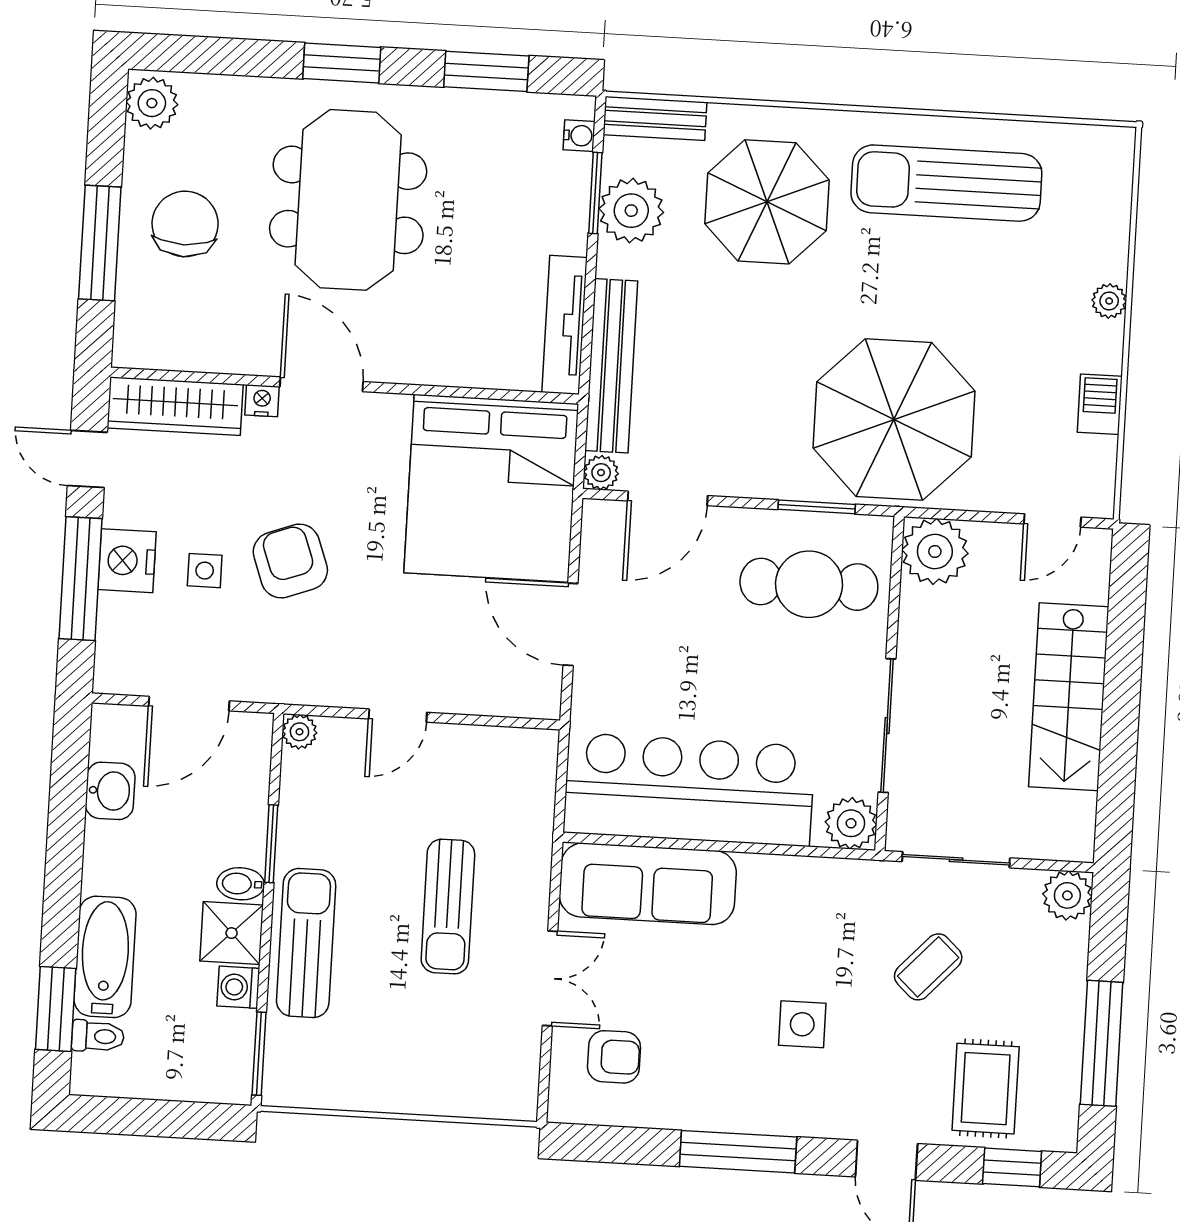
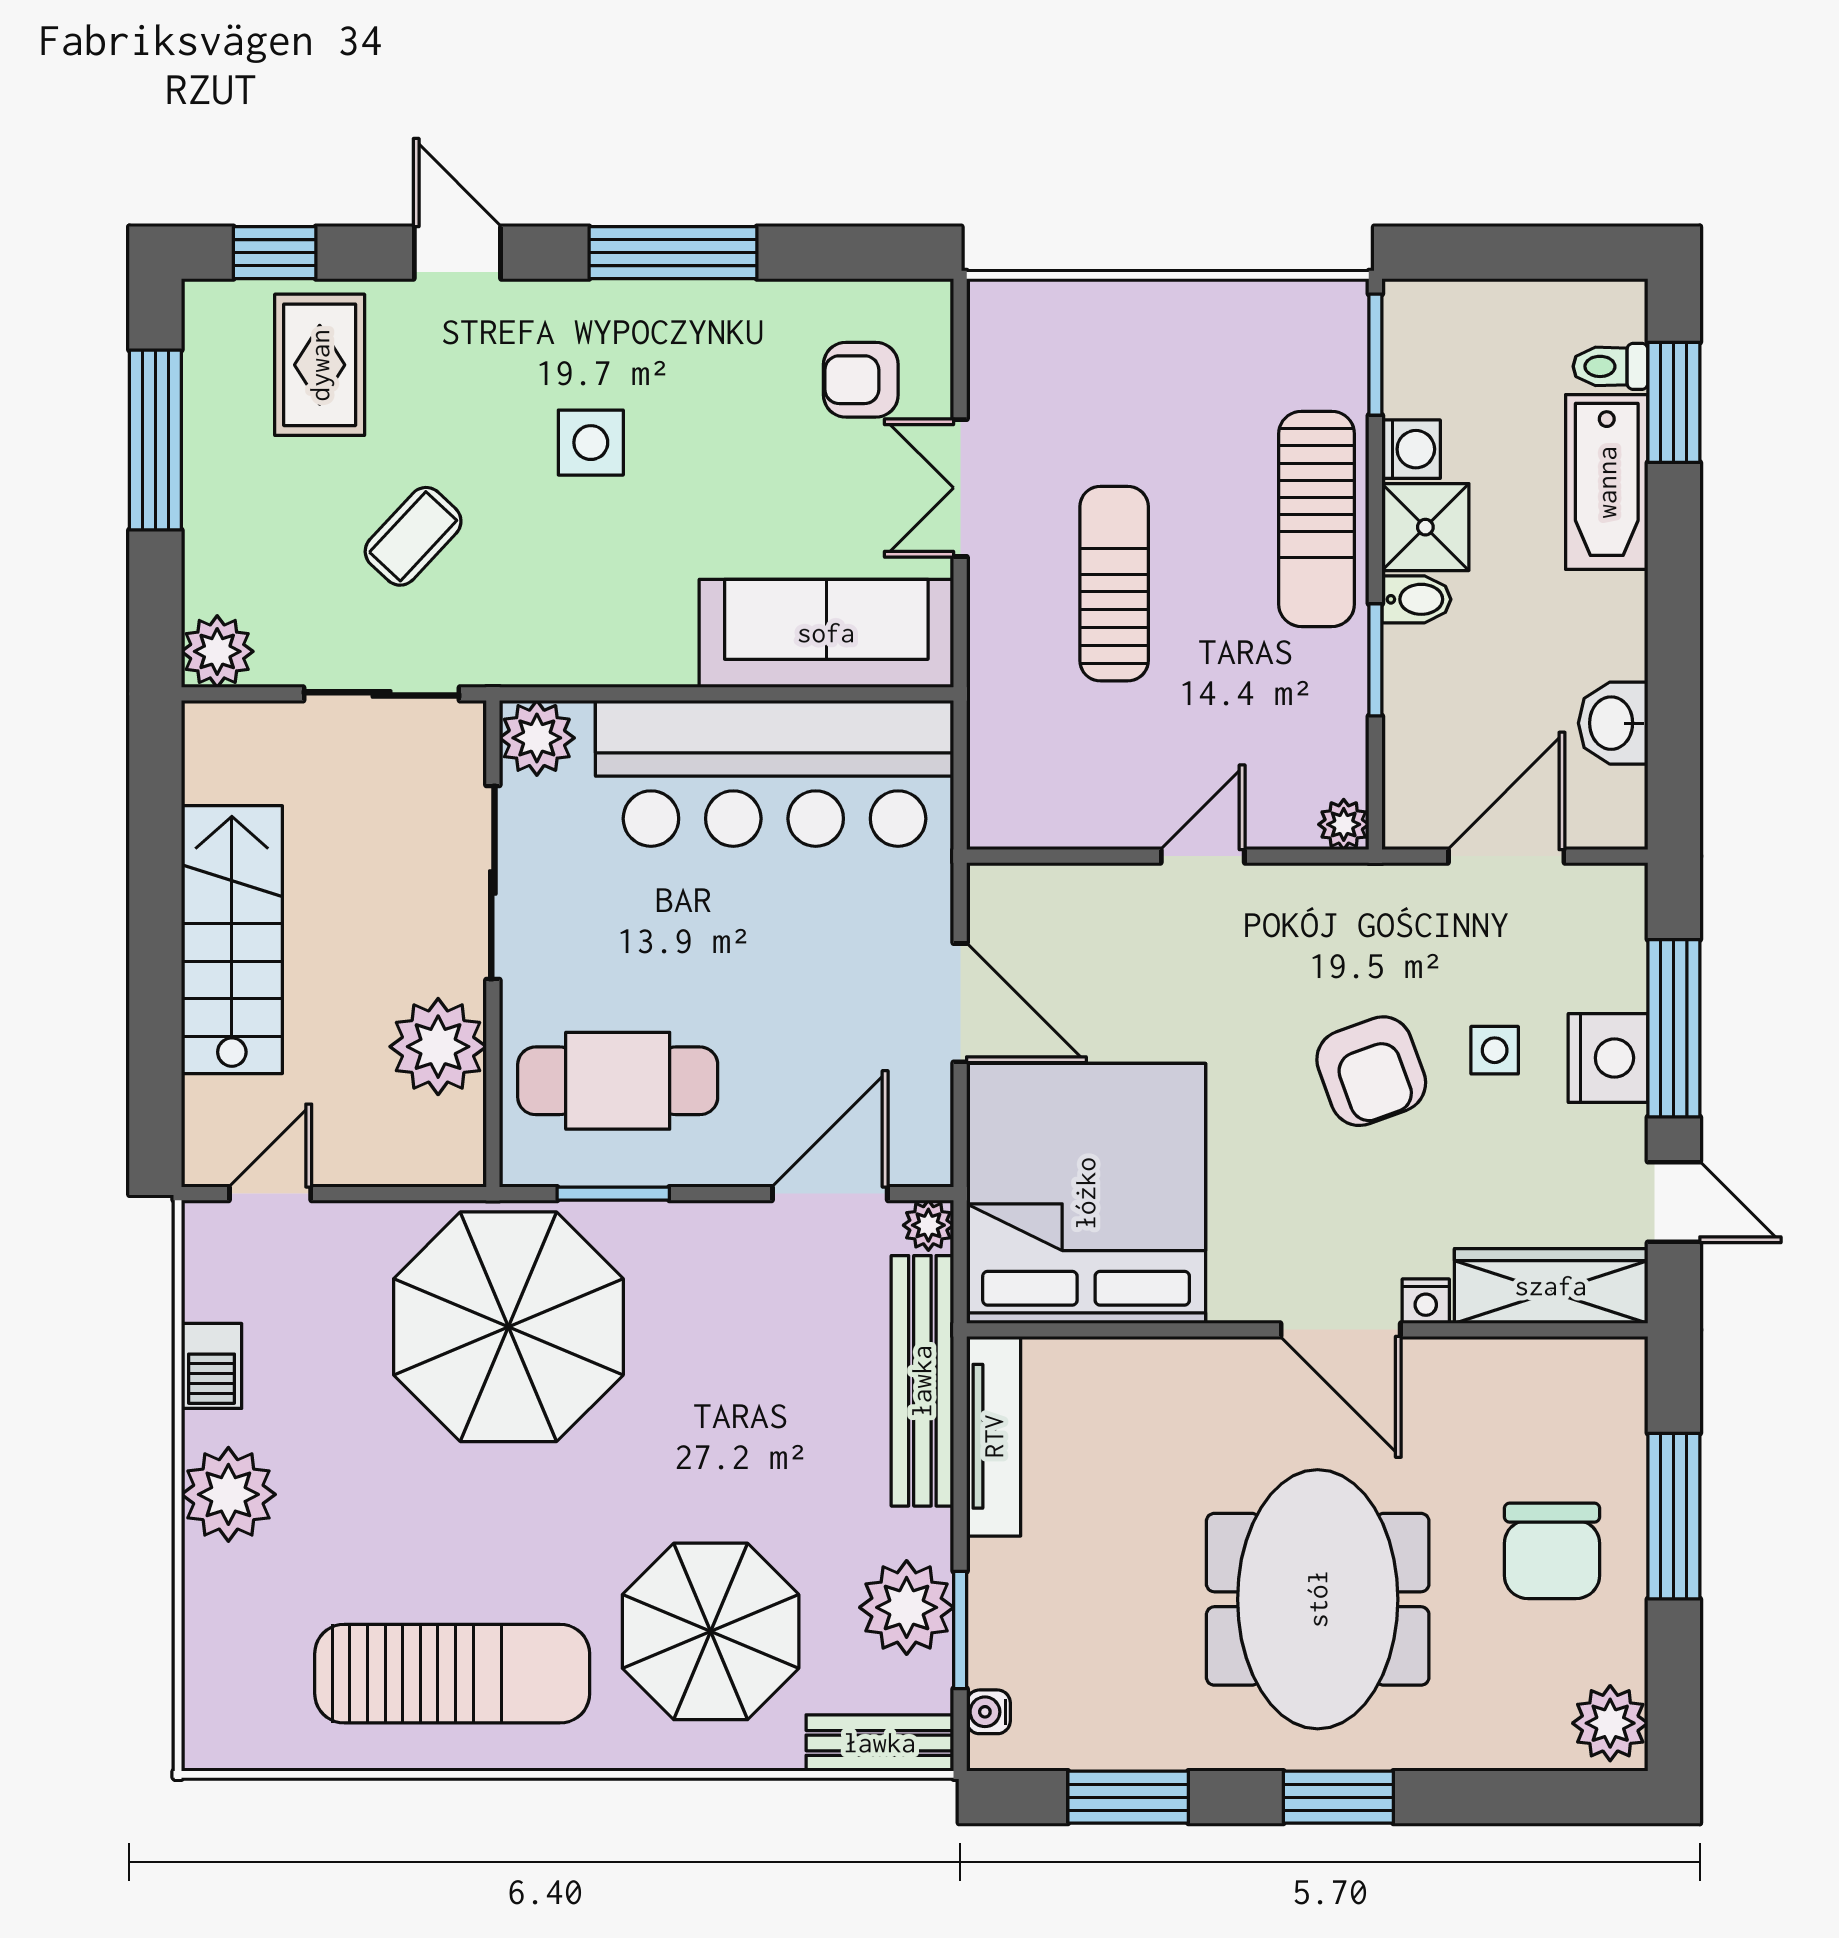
plant: (1109, 301) -> (228, 1494), width x1.88, depth x1.88
plant: (935, 551) -> (438, 1047), moved

